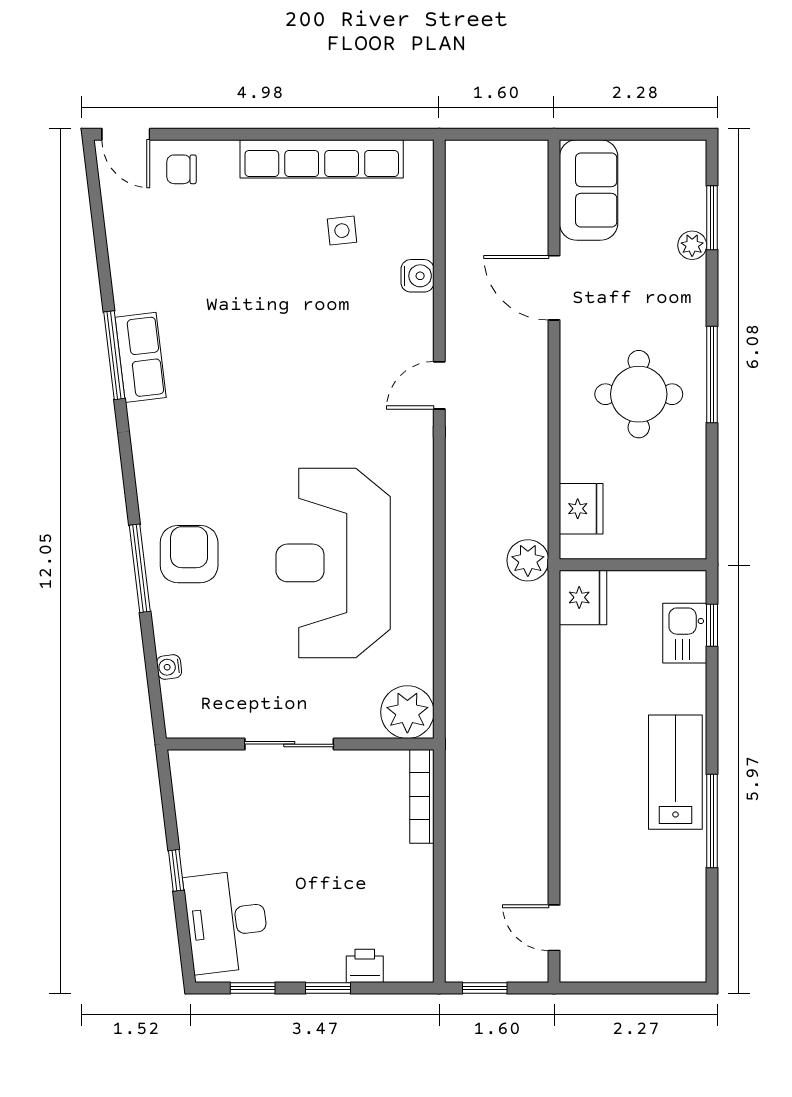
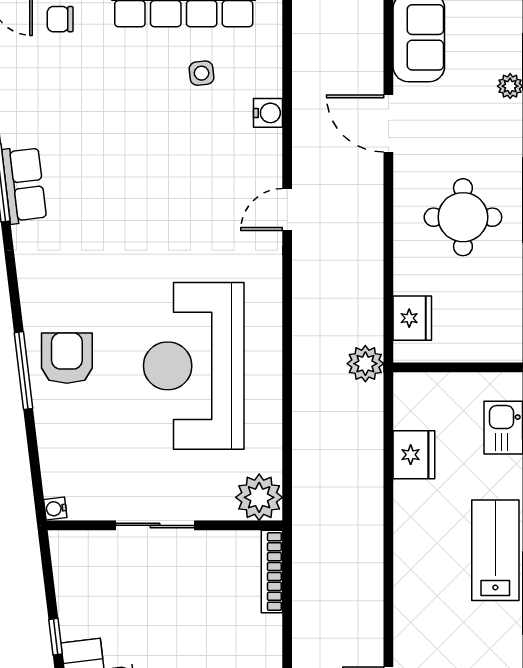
fridge: (583, 597) -> (414, 455), moved
water cooler: (169, 667) -> (55, 509), moved

